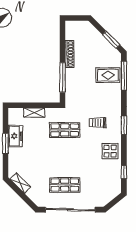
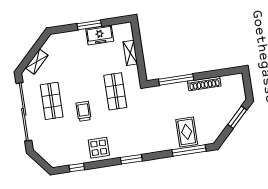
window: (111, 40) -> (237, 117), moved
trolley: (98, 123) -> (84, 111), moved
shelving: (20, 183) -> (37, 62), moved

